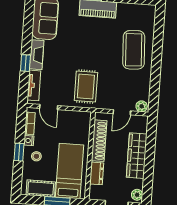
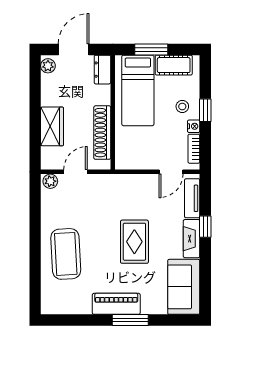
rug: (86, 87) -> (134, 242), moved
door: (49, 107) -> (171, 172), swing flipped
wardrobe: (137, 156) -> (52, 126), width x0.67
dresser: (97, 173) -> (102, 70), moved

